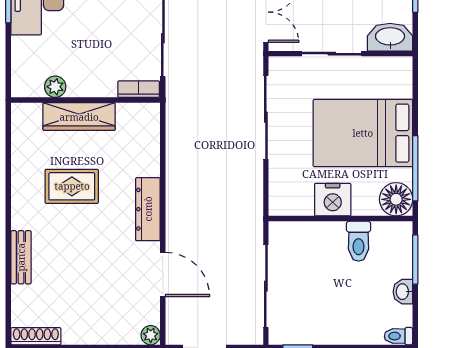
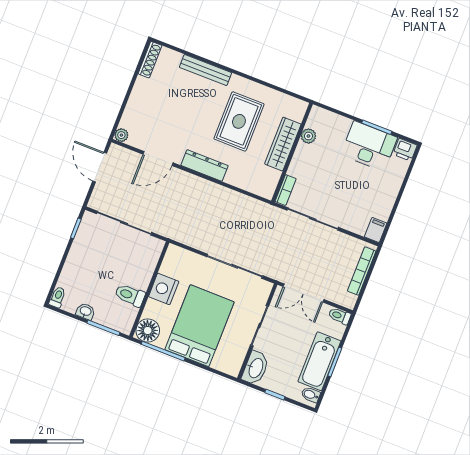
rug: (72, 186) -> (239, 121), width x1.36, depth x1.43
bench: (21, 257) -> (206, 70), width x1.36

